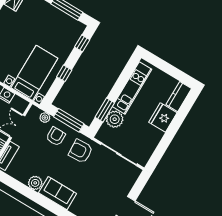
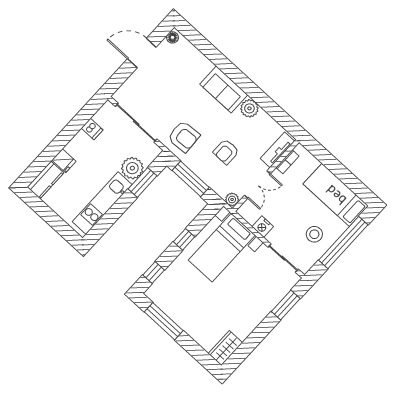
fridge: (163, 117) -> (64, 161), width x0.53, depth x0.75
plant: (45, 118) -> (232, 199), moved
armchair: (56, 136) -> (226, 152), moved
dishwasher: (151, 143) -> (92, 129), added

